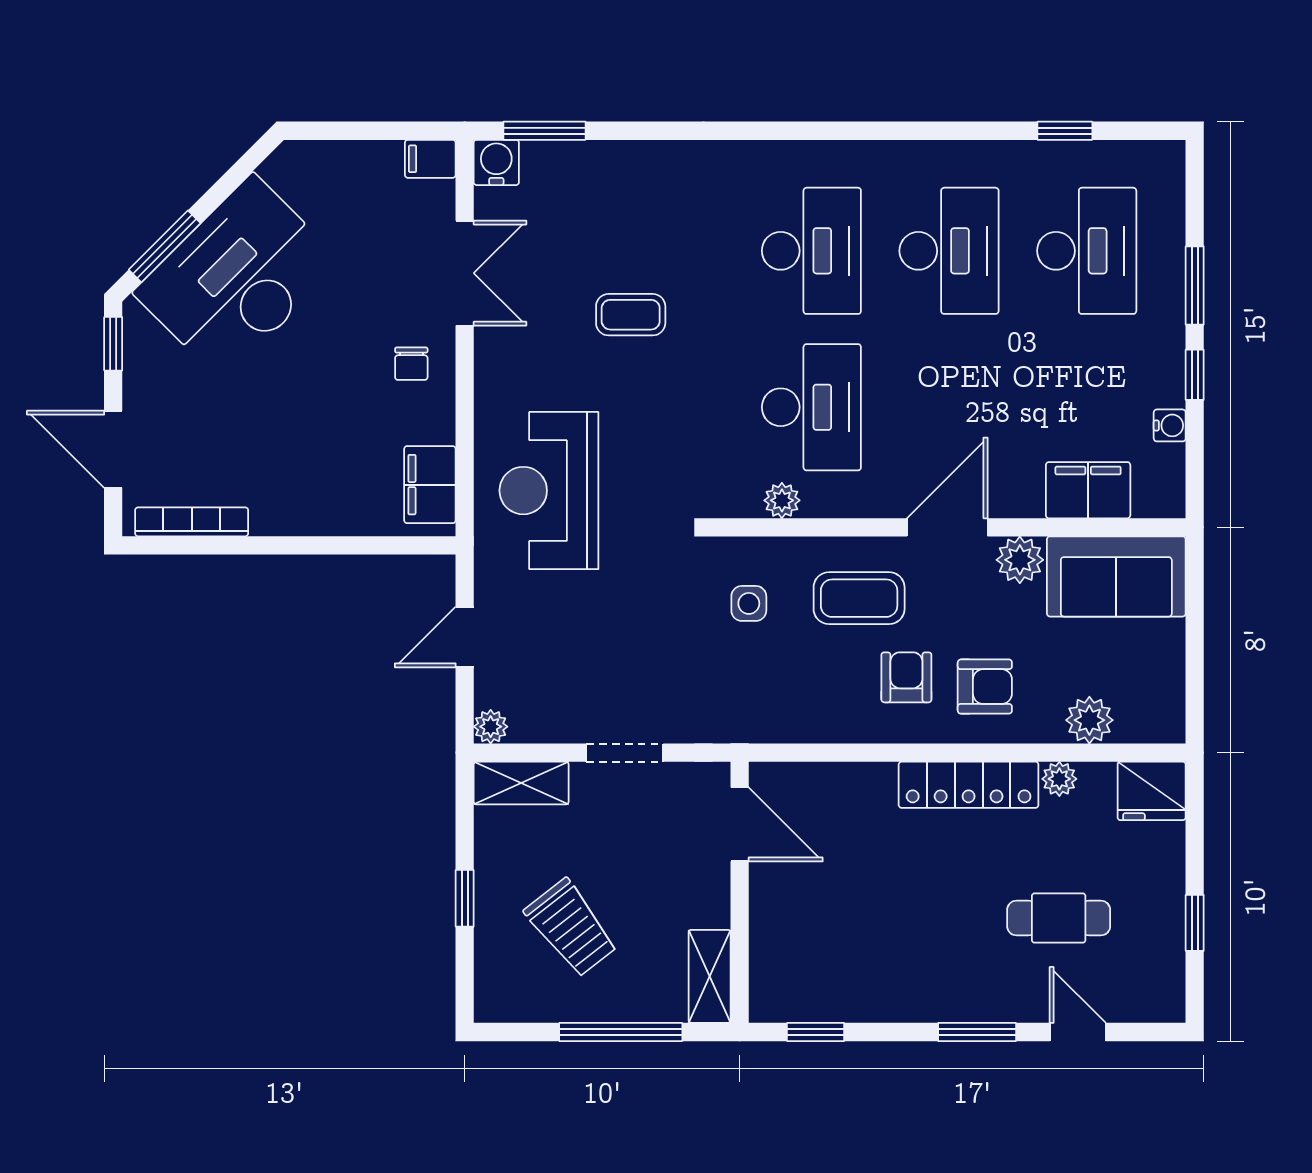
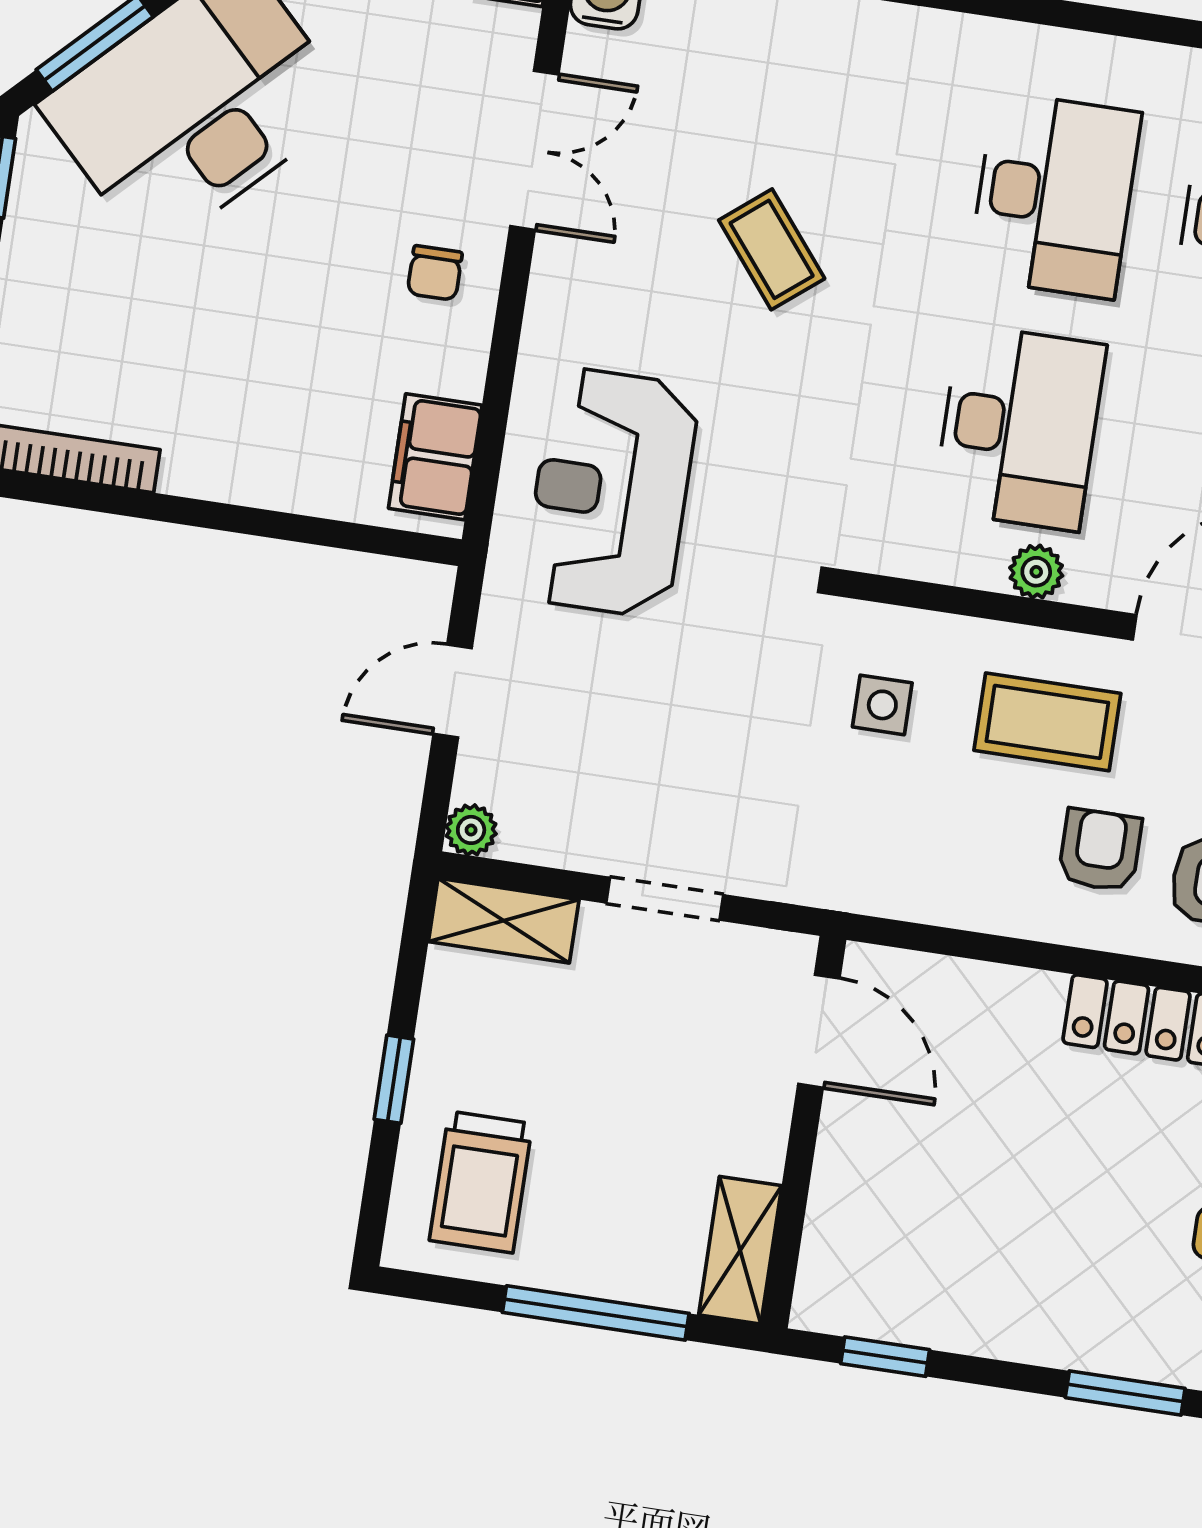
coffee table: (631, 315) -> (772, 249), turned 51
plant: (782, 500) -> (1036, 572), moved
trolley: (571, 928) -> (481, 1182), moved, turned 38

